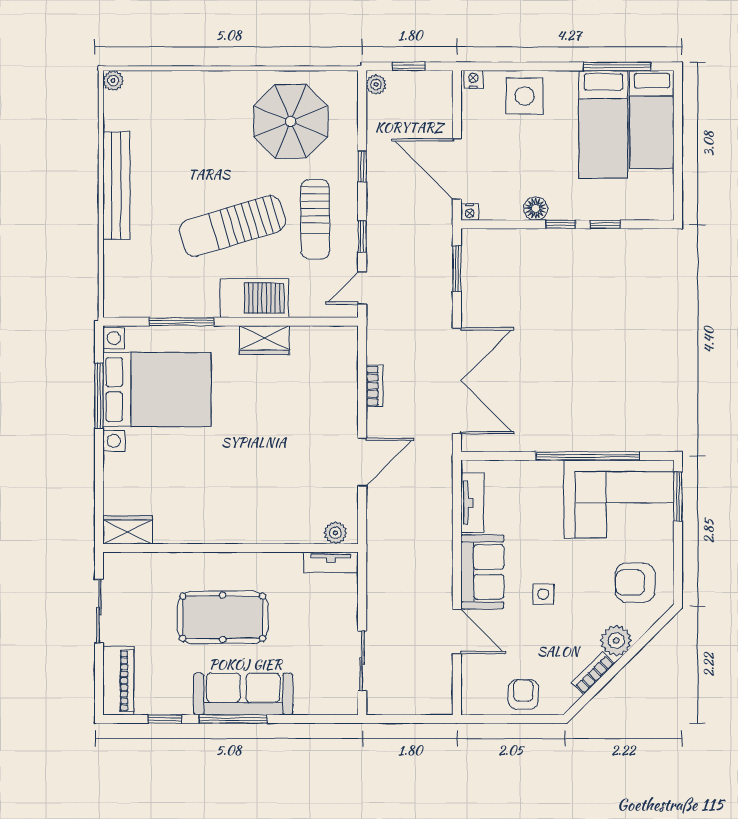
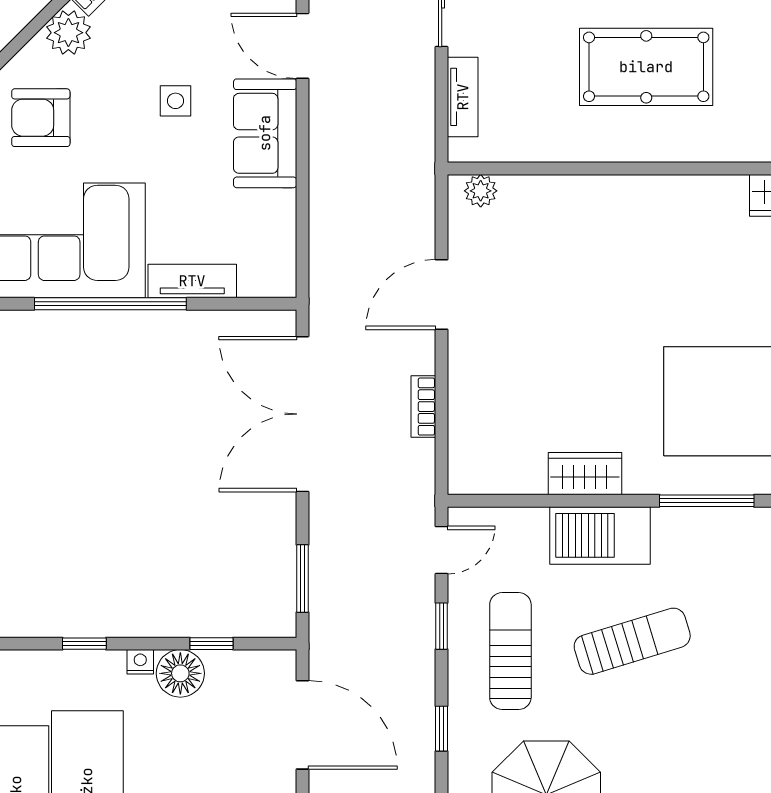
floor lamp: (536, 209) -> (180, 673), width x1.38, depth x1.38
nightstand: (470, 212) -> (140, 662), moved
window: (561, 224) -> (211, 644), moved
sun lounger: (232, 226) -> (632, 641), width x0.73, depth x0.75
tv unit: (472, 503) -> (192, 281), moved, turned 90
tv unit: (331, 562) -> (463, 97), moved, turned 90
armchair: (635, 583) -> (41, 118), turned 180

